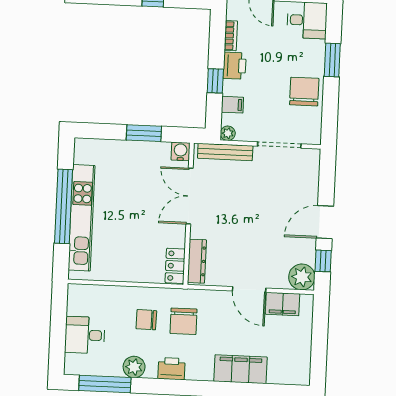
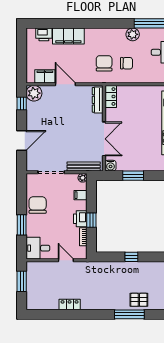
window: (215, 81) -> (91, 220), moved
chair: (304, 92) -> (38, 205), turned 180
door: (325, 222) -> (22, 141), moved
printer: (171, 369) -> (44, 34), moved

